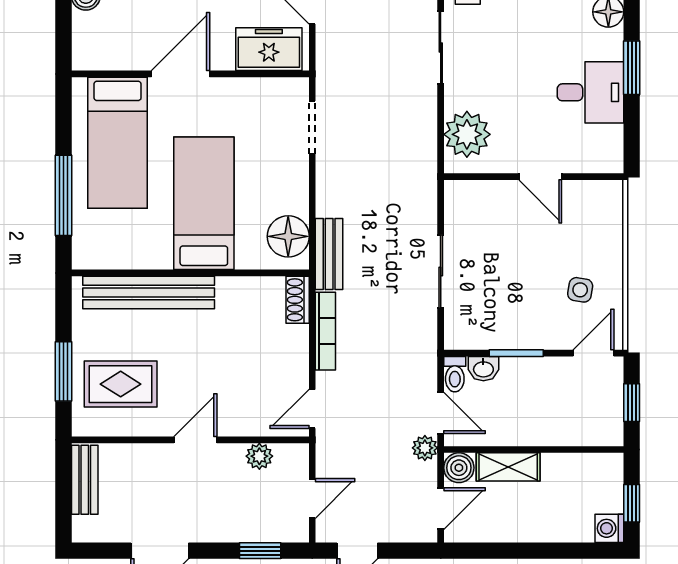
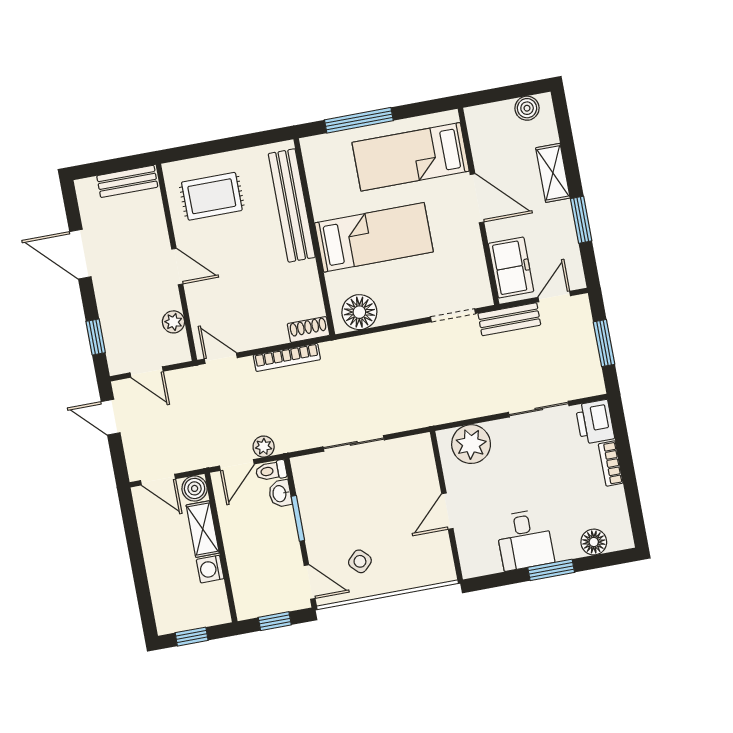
bench: (329, 254) -> (509, 319), moved
side table: (580, 290) -> (360, 561), turned 36
window: (63, 371) -> (214, 147), removed
rug: (121, 384) -> (212, 196), turned 90
plant: (425, 448) -> (264, 447), moved
washing machine: (609, 528) -> (210, 569), moved, turned -90

